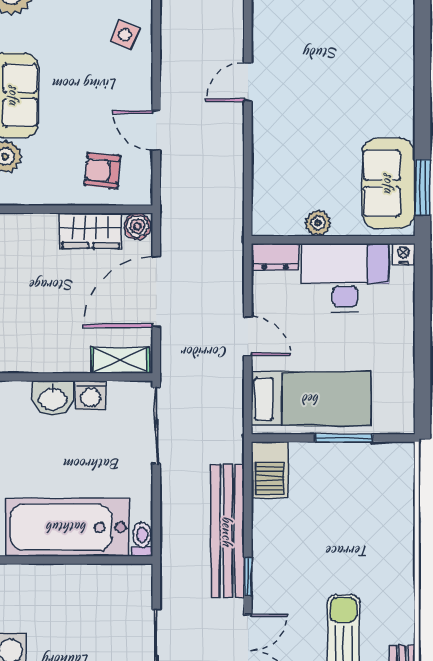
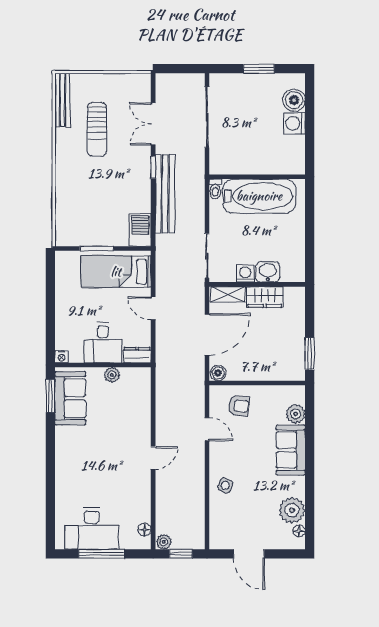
wardrobe: (91, 231) -> (265, 297), moved, turned 180
desk: (345, 278) -> (103, 343), width x0.73

